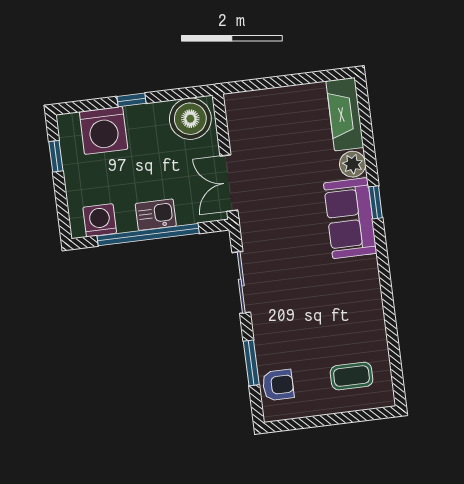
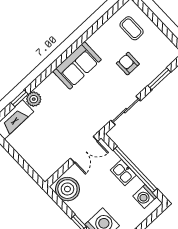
window: (376, 202) -> (20, 98), moved
sofa: (350, 218) -> (77, 65), moved
armchair: (278, 385) -> (128, 64), moved

